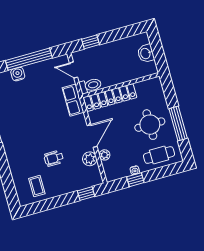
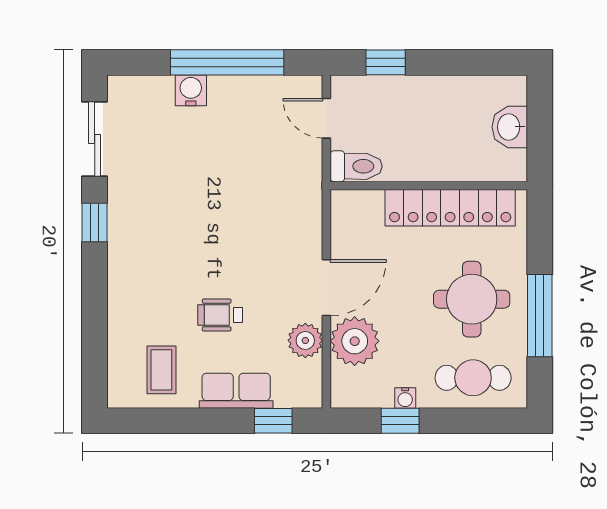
locker: (110, 97) -> (450, 208), moved
row of seats: (73, 100) -> (236, 391), moved, turned 90
plant: (104, 155) -> (355, 341), width x1.87, depth x1.87

